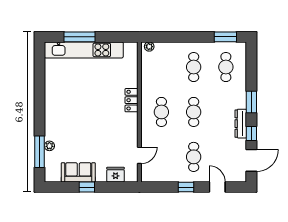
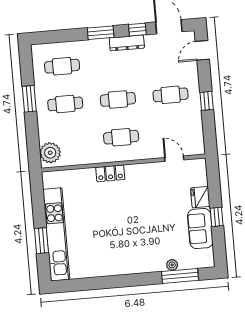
window: (79, 37) -> (41, 241), width x0.69
window: (225, 37) -> (29, 99), moved
plant: (149, 47) -> (50, 153), width x1.87, depth x1.87
fridge: (116, 175) -> (200, 197), moved
door: (217, 187) -> (202, 50), moved

